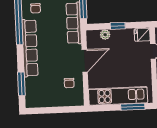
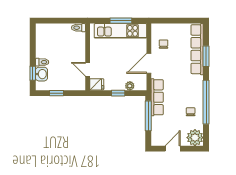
row of seats: (30, 48) -> (197, 49), moved
window: (21, 84) -> (206, 56), moved
window: (133, 107) -> (121, 21), moved

